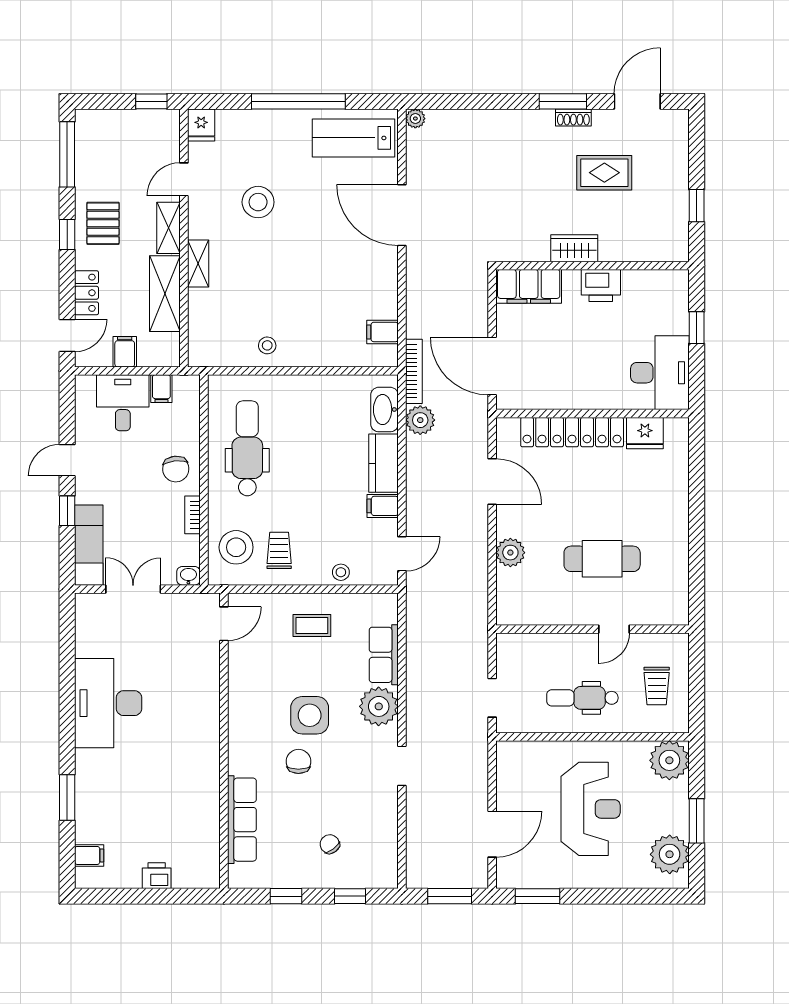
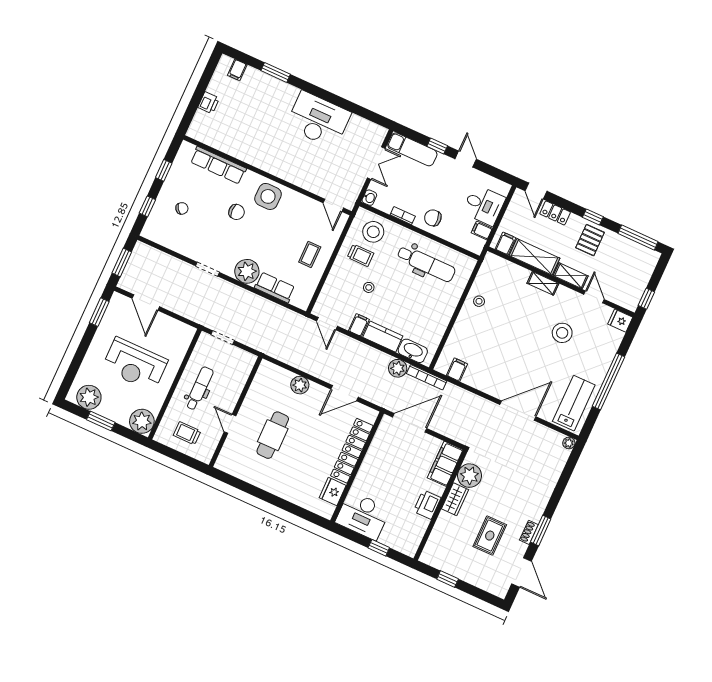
pallet: (103, 223) -> (590, 240), turned 90
plant: (530, 243) -> (469, 476), added
filing cabinet: (125, 352) -> (505, 243), moved, turned -90
stool: (341, 572) -> (369, 287), moved
side table: (310, 715) -> (268, 196), moved

